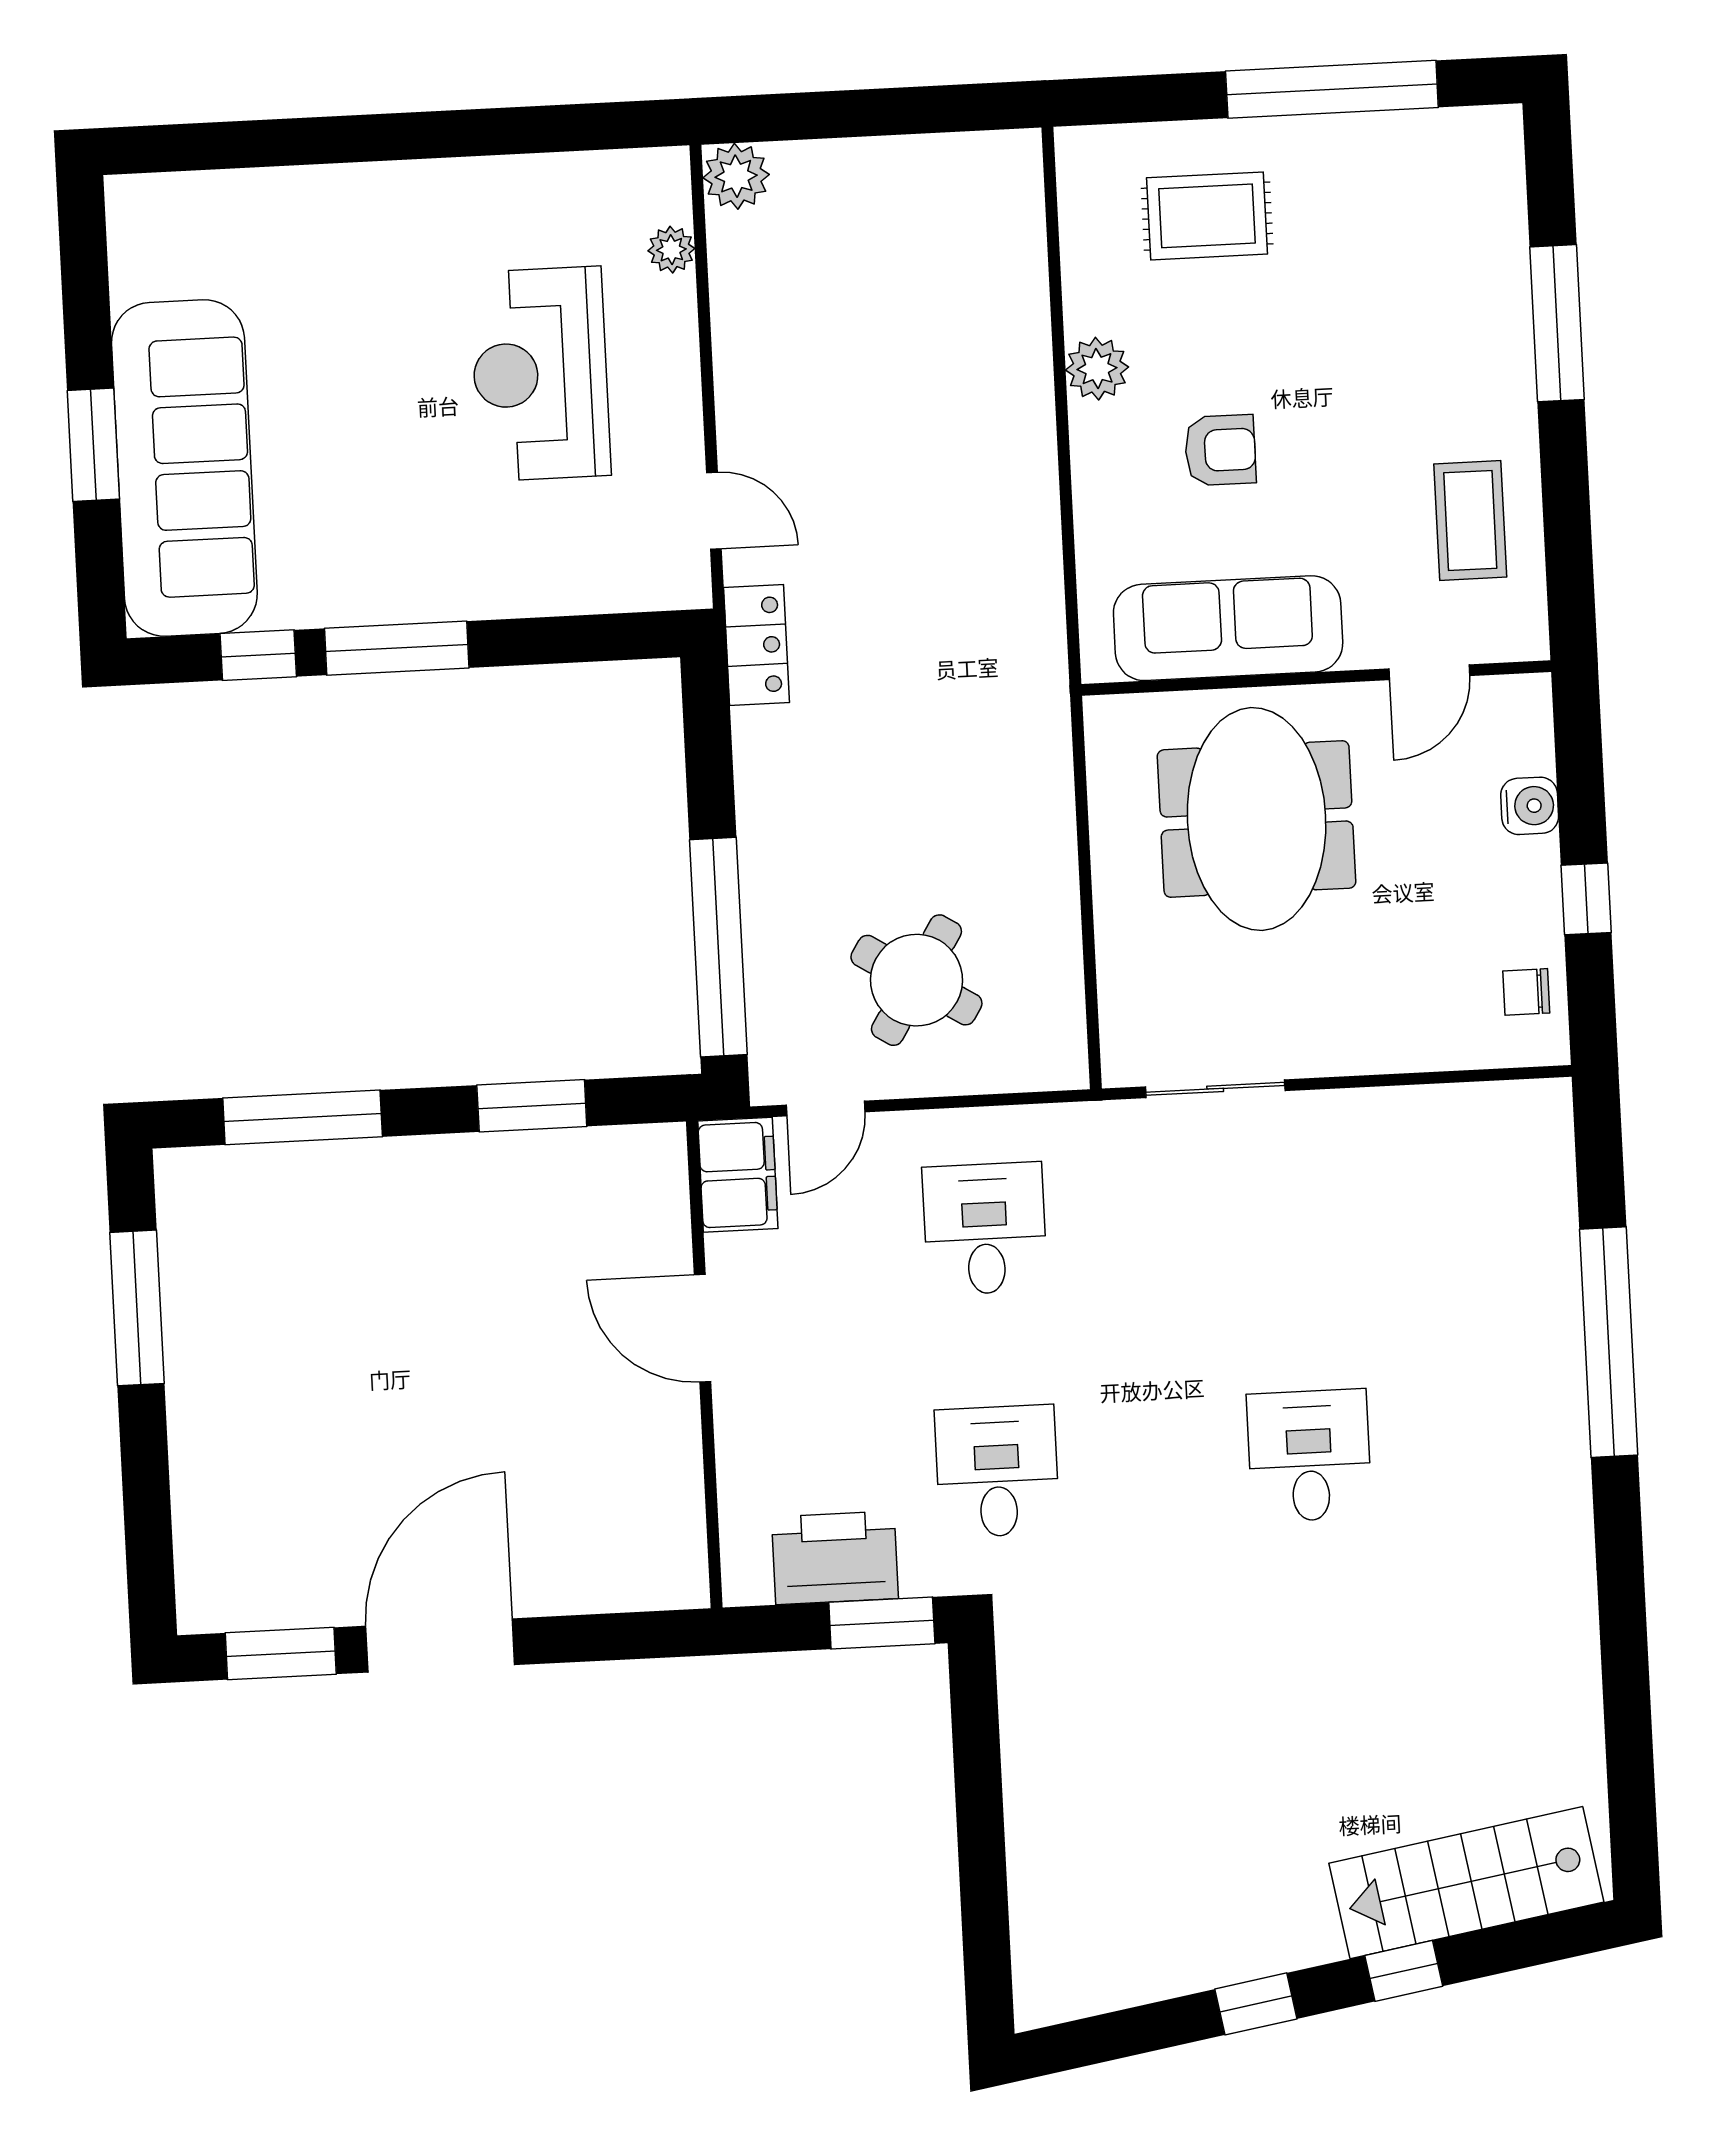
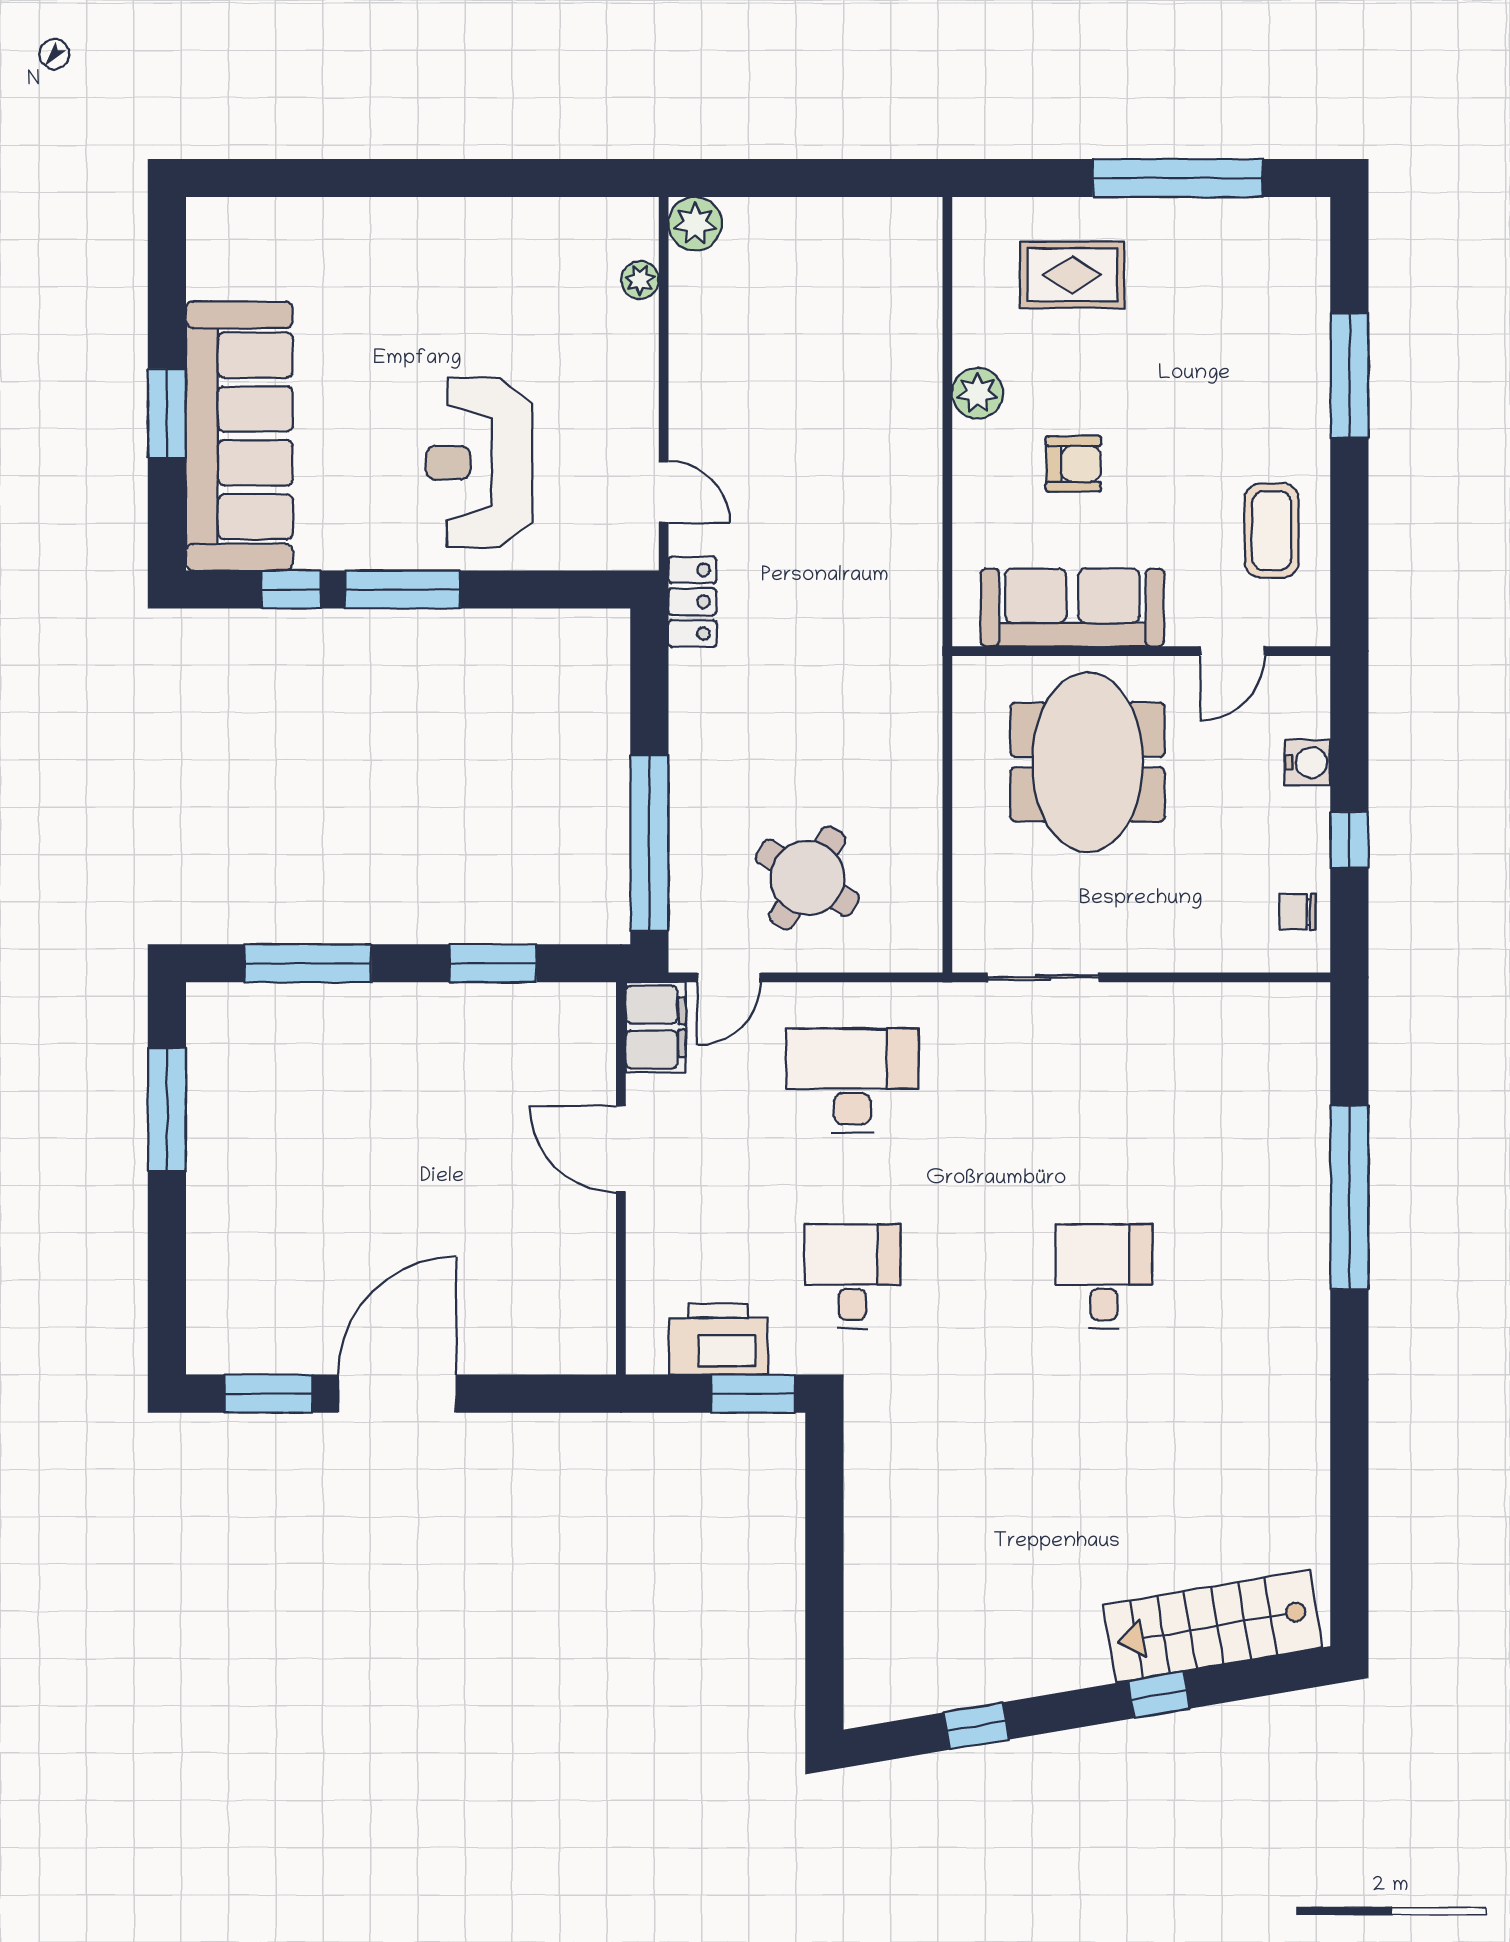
reception desk: (540, 374) -> (479, 463), moved
desk: (985, 1229) -> (852, 1081), width x1.37
window: (1256, 2004) -> (976, 1726), moved

